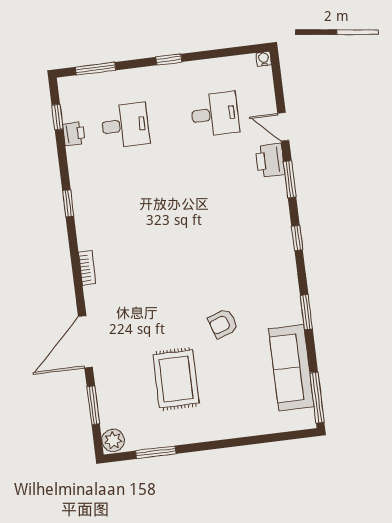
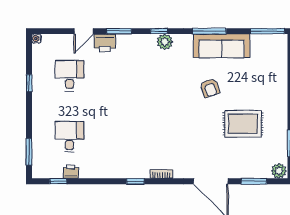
window: (169, 59) -> (29, 83), moved
window: (68, 203) -> (135, 181), moved
plant: (282, 248) -> (165, 42), added
window: (306, 312) -> (209, 31), width x1.44
sofa: (291, 368) -> (222, 46), moved

